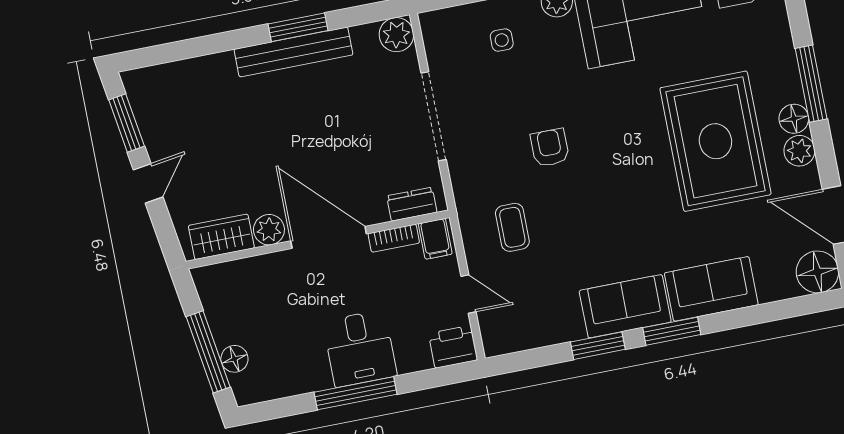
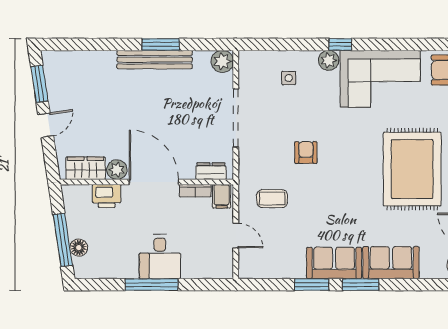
coffee table: (512, 227) -> (272, 199), turned 90
printer: (453, 347) -> (107, 196), moved, turned 180

